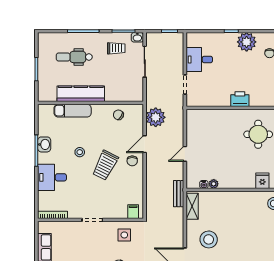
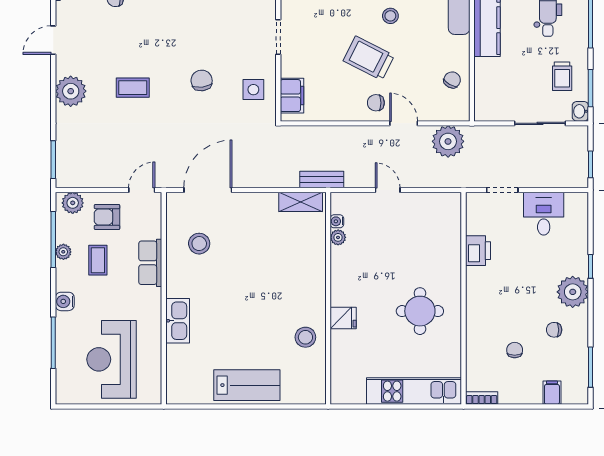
printer: (240, 99) -> (478, 251), moved
filing cabinet: (133, 212) -> (292, 96), width x2.00
stool: (209, 239) -> (246, 229), removed

